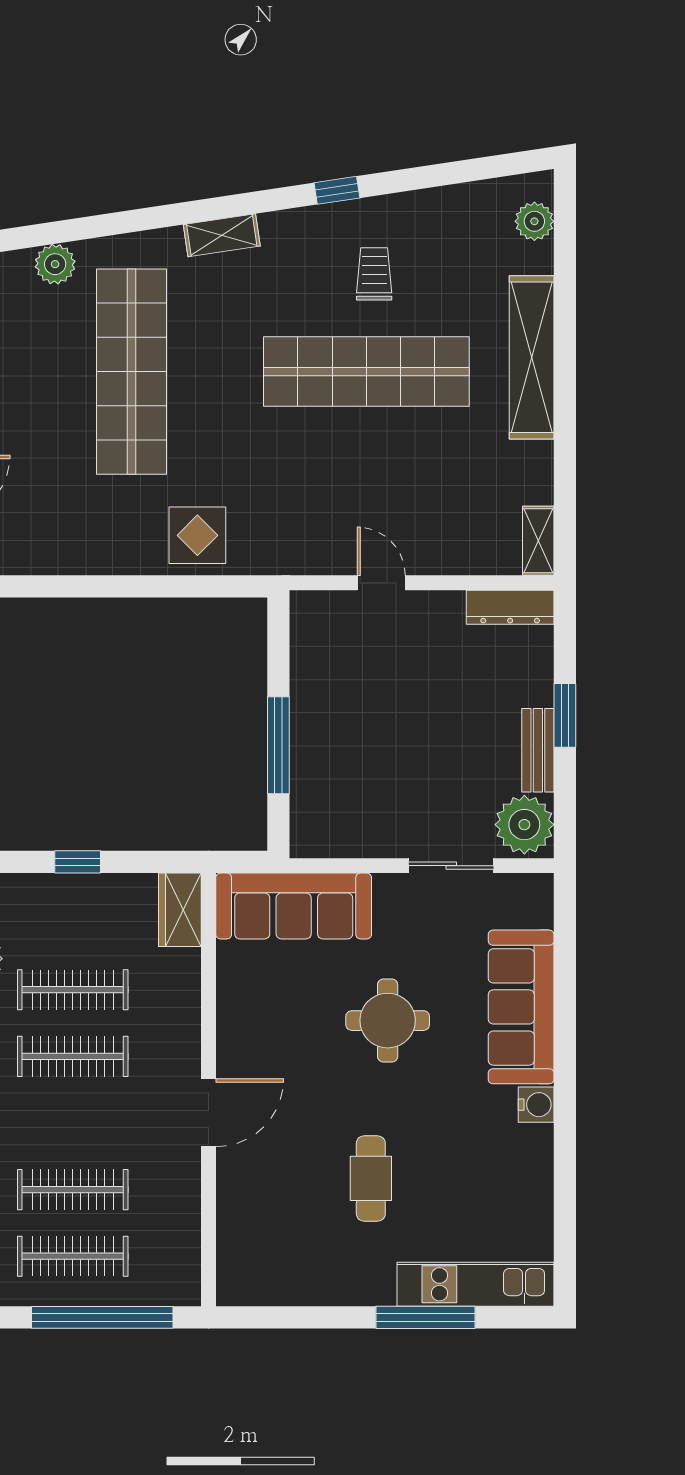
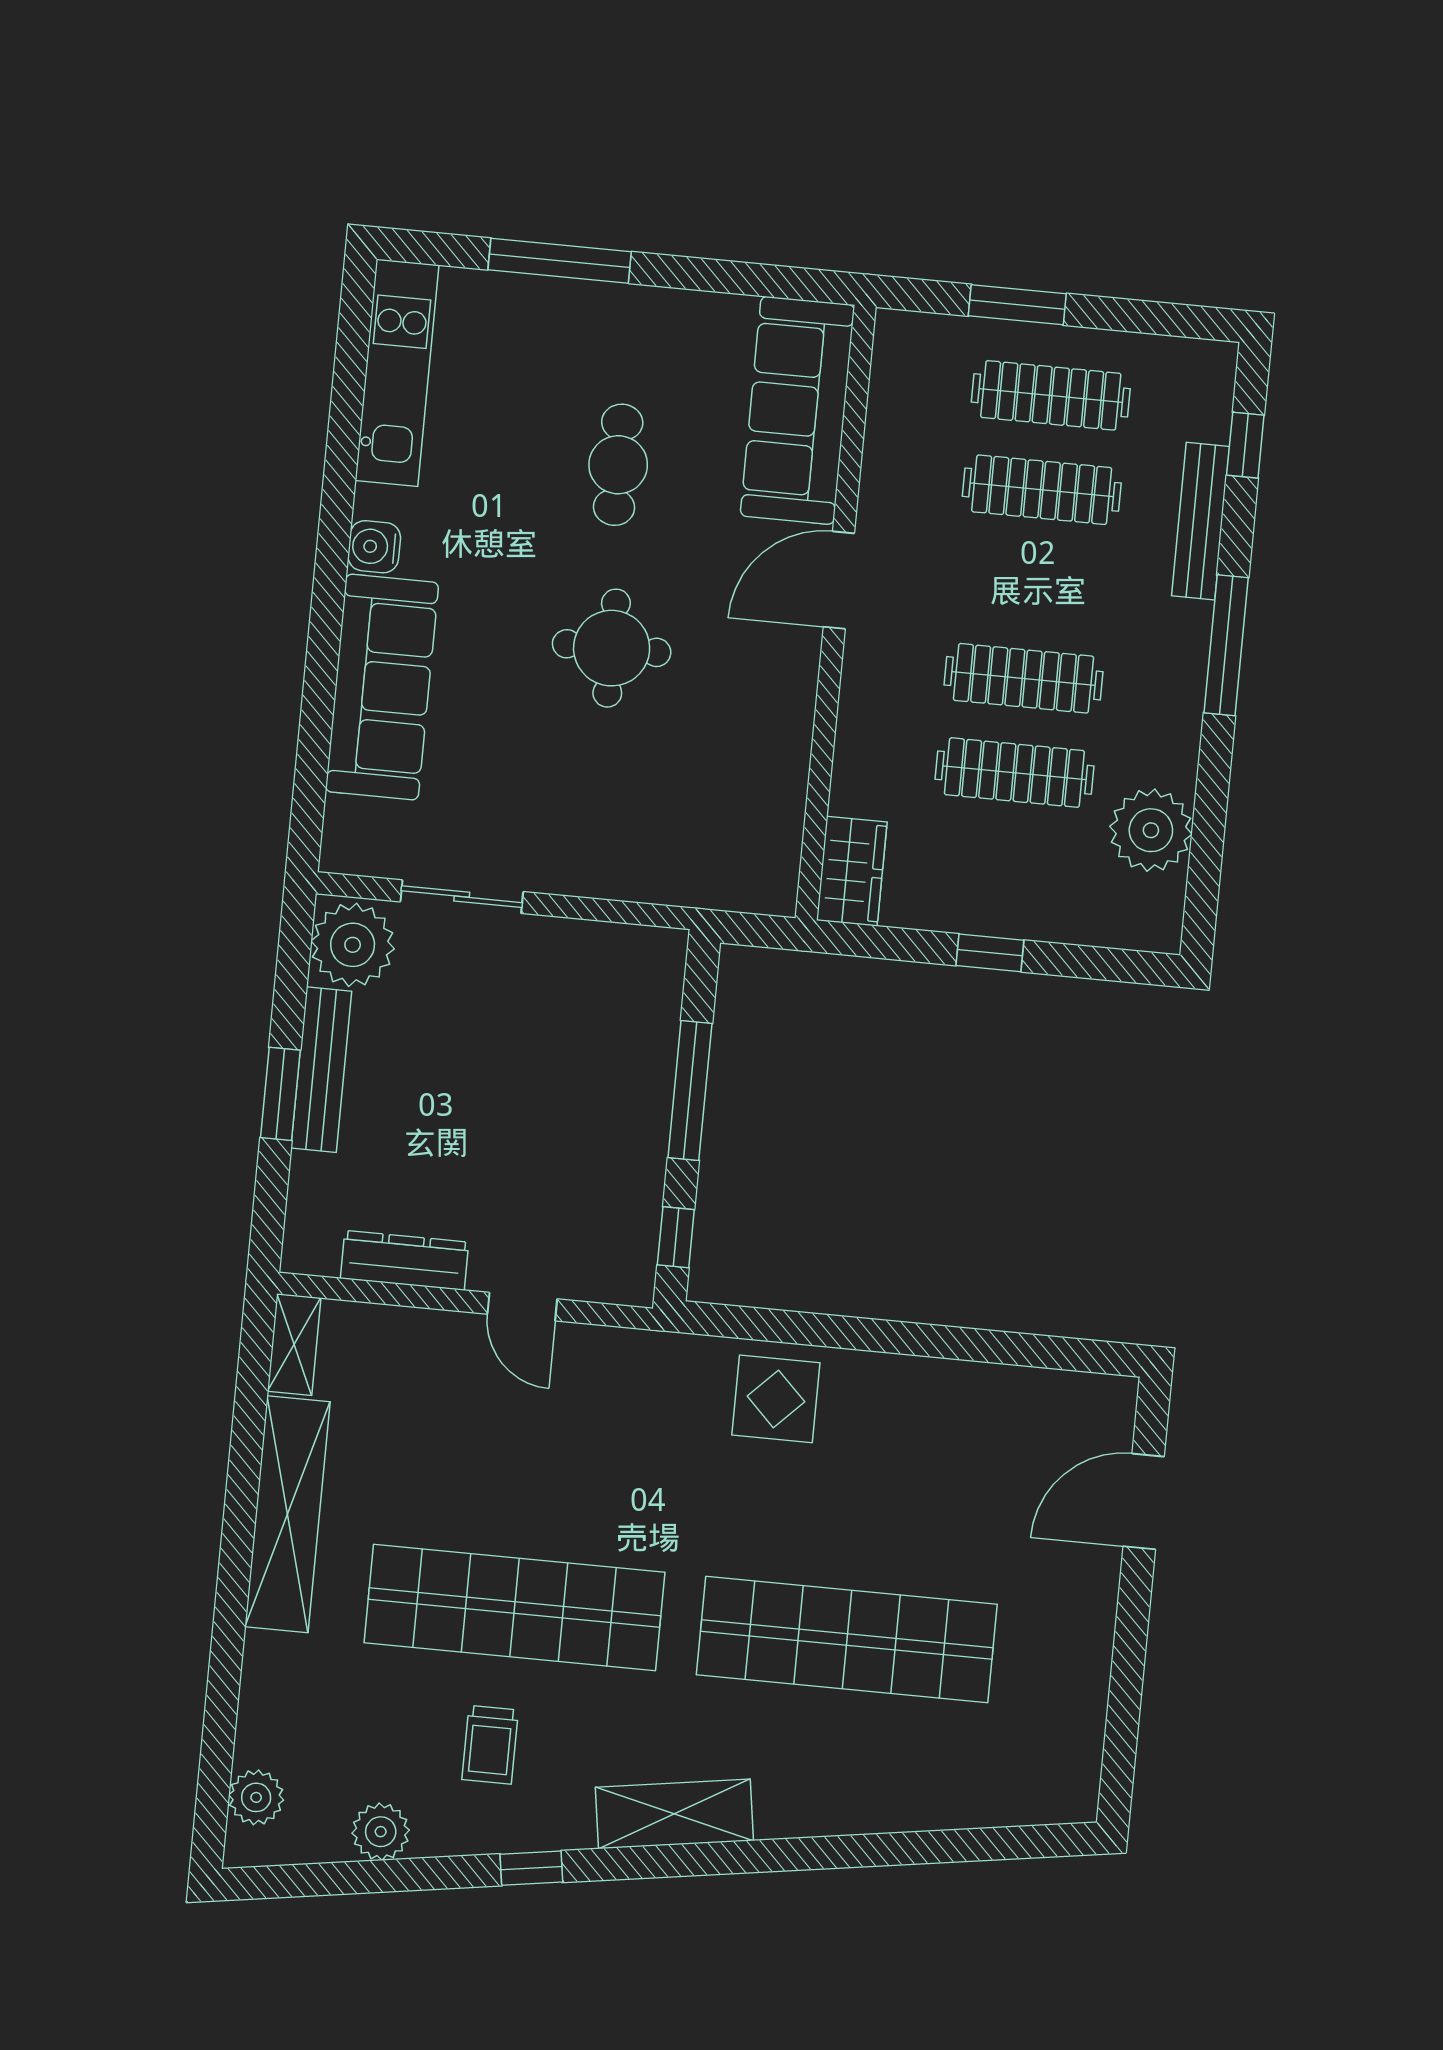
shelving: (222, 235) -> (674, 1814), width x1.50, depth x1.33
plant: (55, 264) -> (381, 1832), moved
shelving: (532, 357) -> (287, 1514), moved
shop shelf: (132, 372) -> (847, 1640), turned 90
dresser: (510, 607) -> (405, 1260), moved
window: (278, 642) -> (676, 1237), added
bench: (538, 750) -> (321, 1070), width x1.36
sofa: (294, 906) -> (797, 410), moved, turned -90
round table: (388, 1021) -> (612, 648), moved
kitchen unit: (475, 1284) -> (397, 373), moved, turned -90
window: (102, 1317) -> (1017, 305), width x0.47

